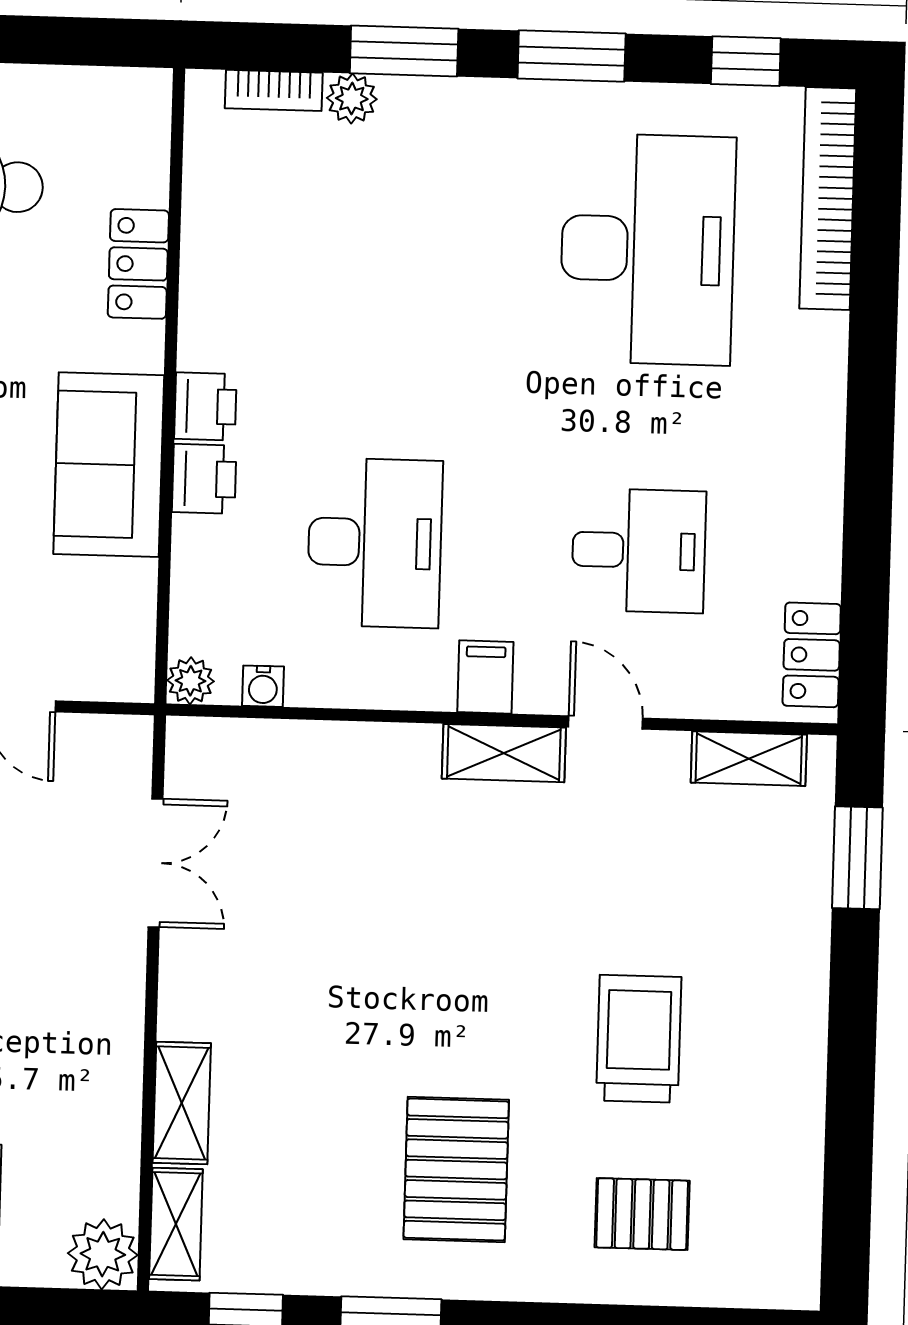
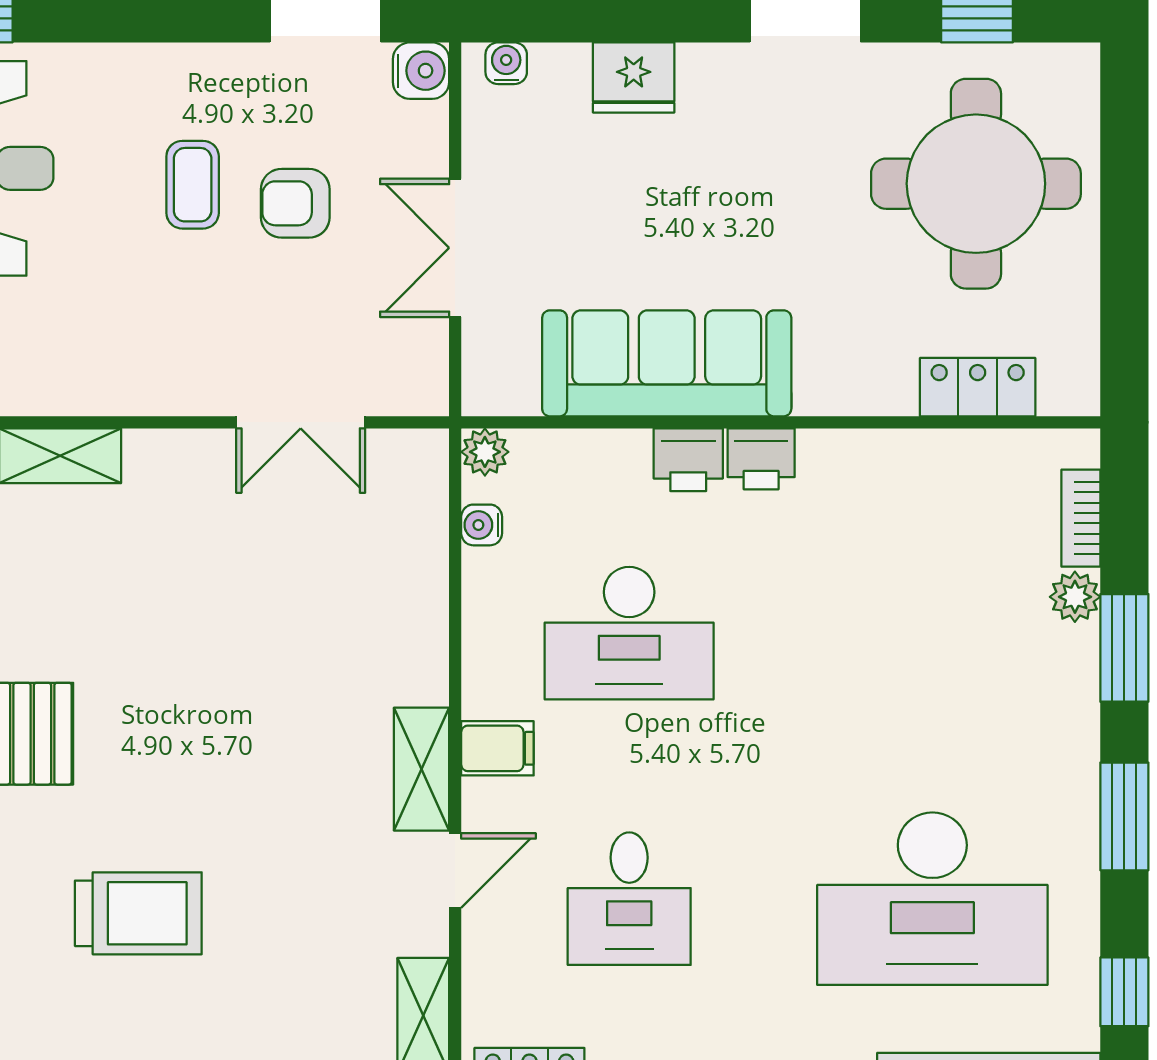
locker: (138, 264) -> (978, 387), moved
sofa: (109, 465) -> (667, 363), width x1.36

